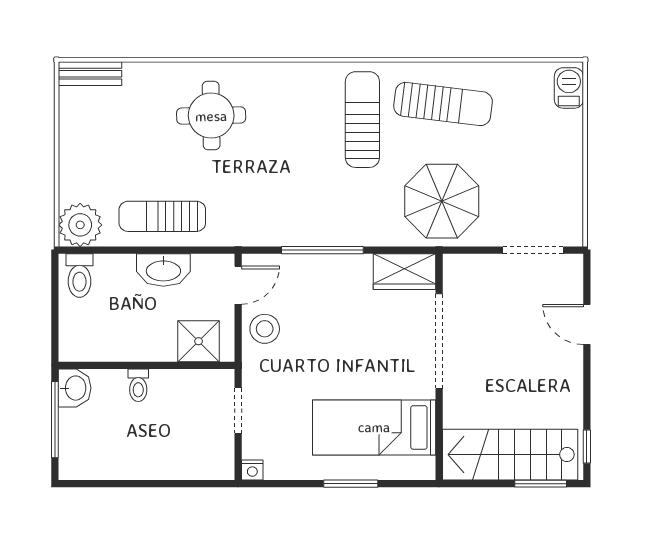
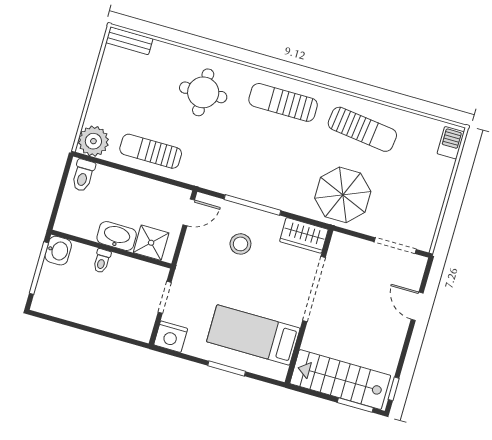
sun lounger: (362, 120) -> (283, 102), moved, turned -90
washbasin: (163, 270) -> (117, 236), moved, turned 180
stool: (265, 329) -> (240, 244), moved
nightstand: (252, 470) -> (171, 337), width x1.89, depth x1.79

